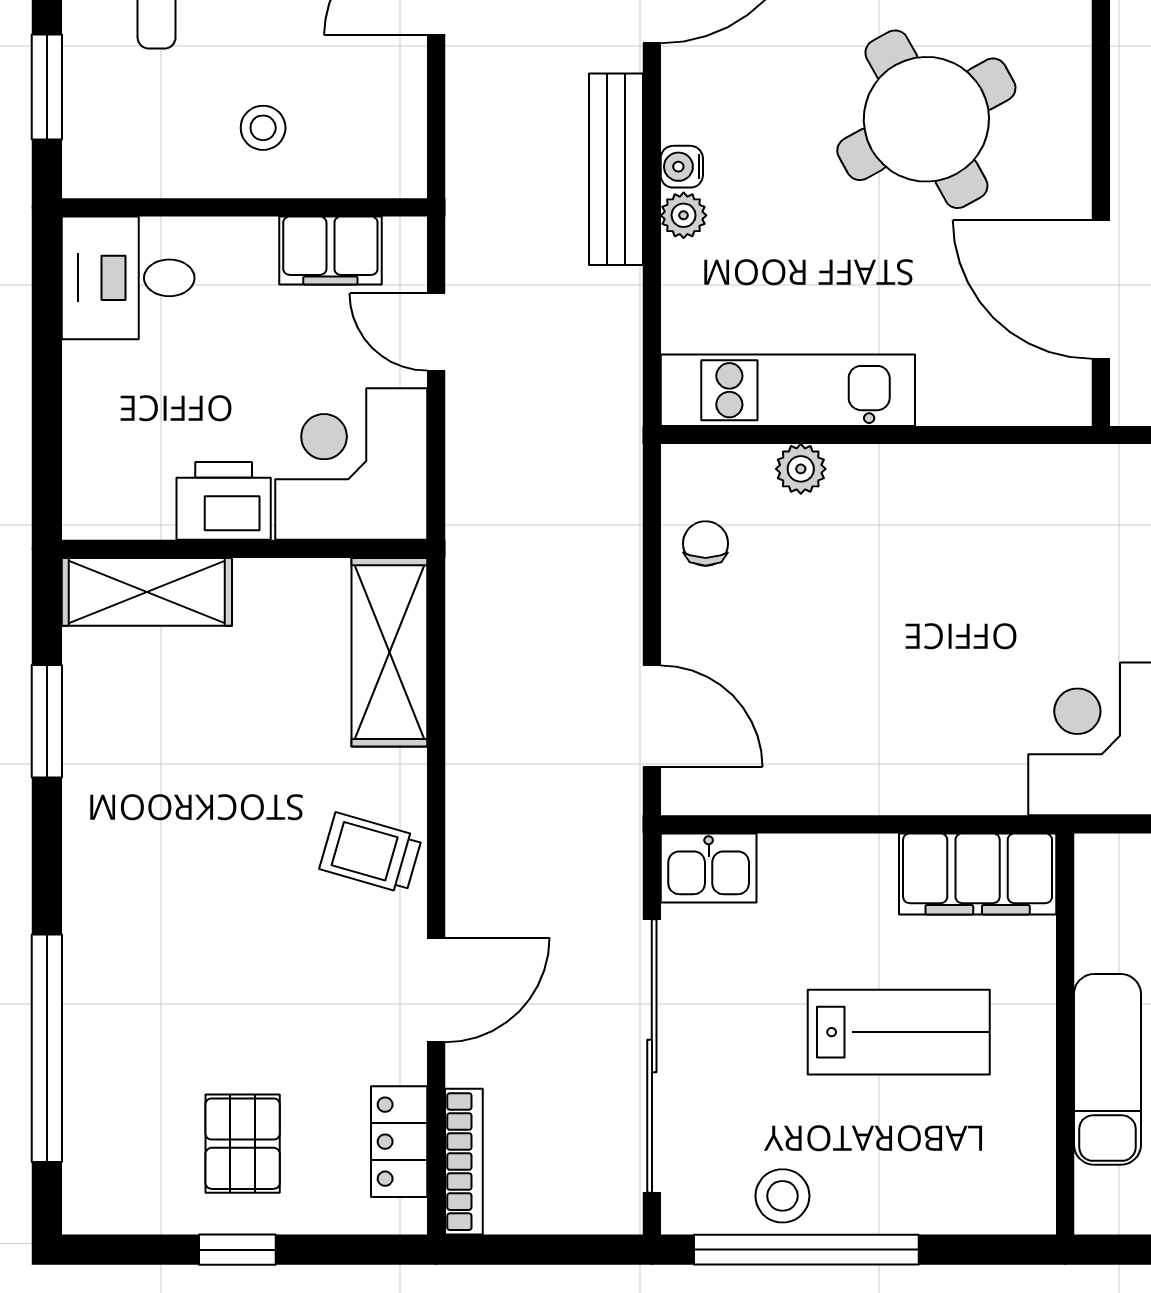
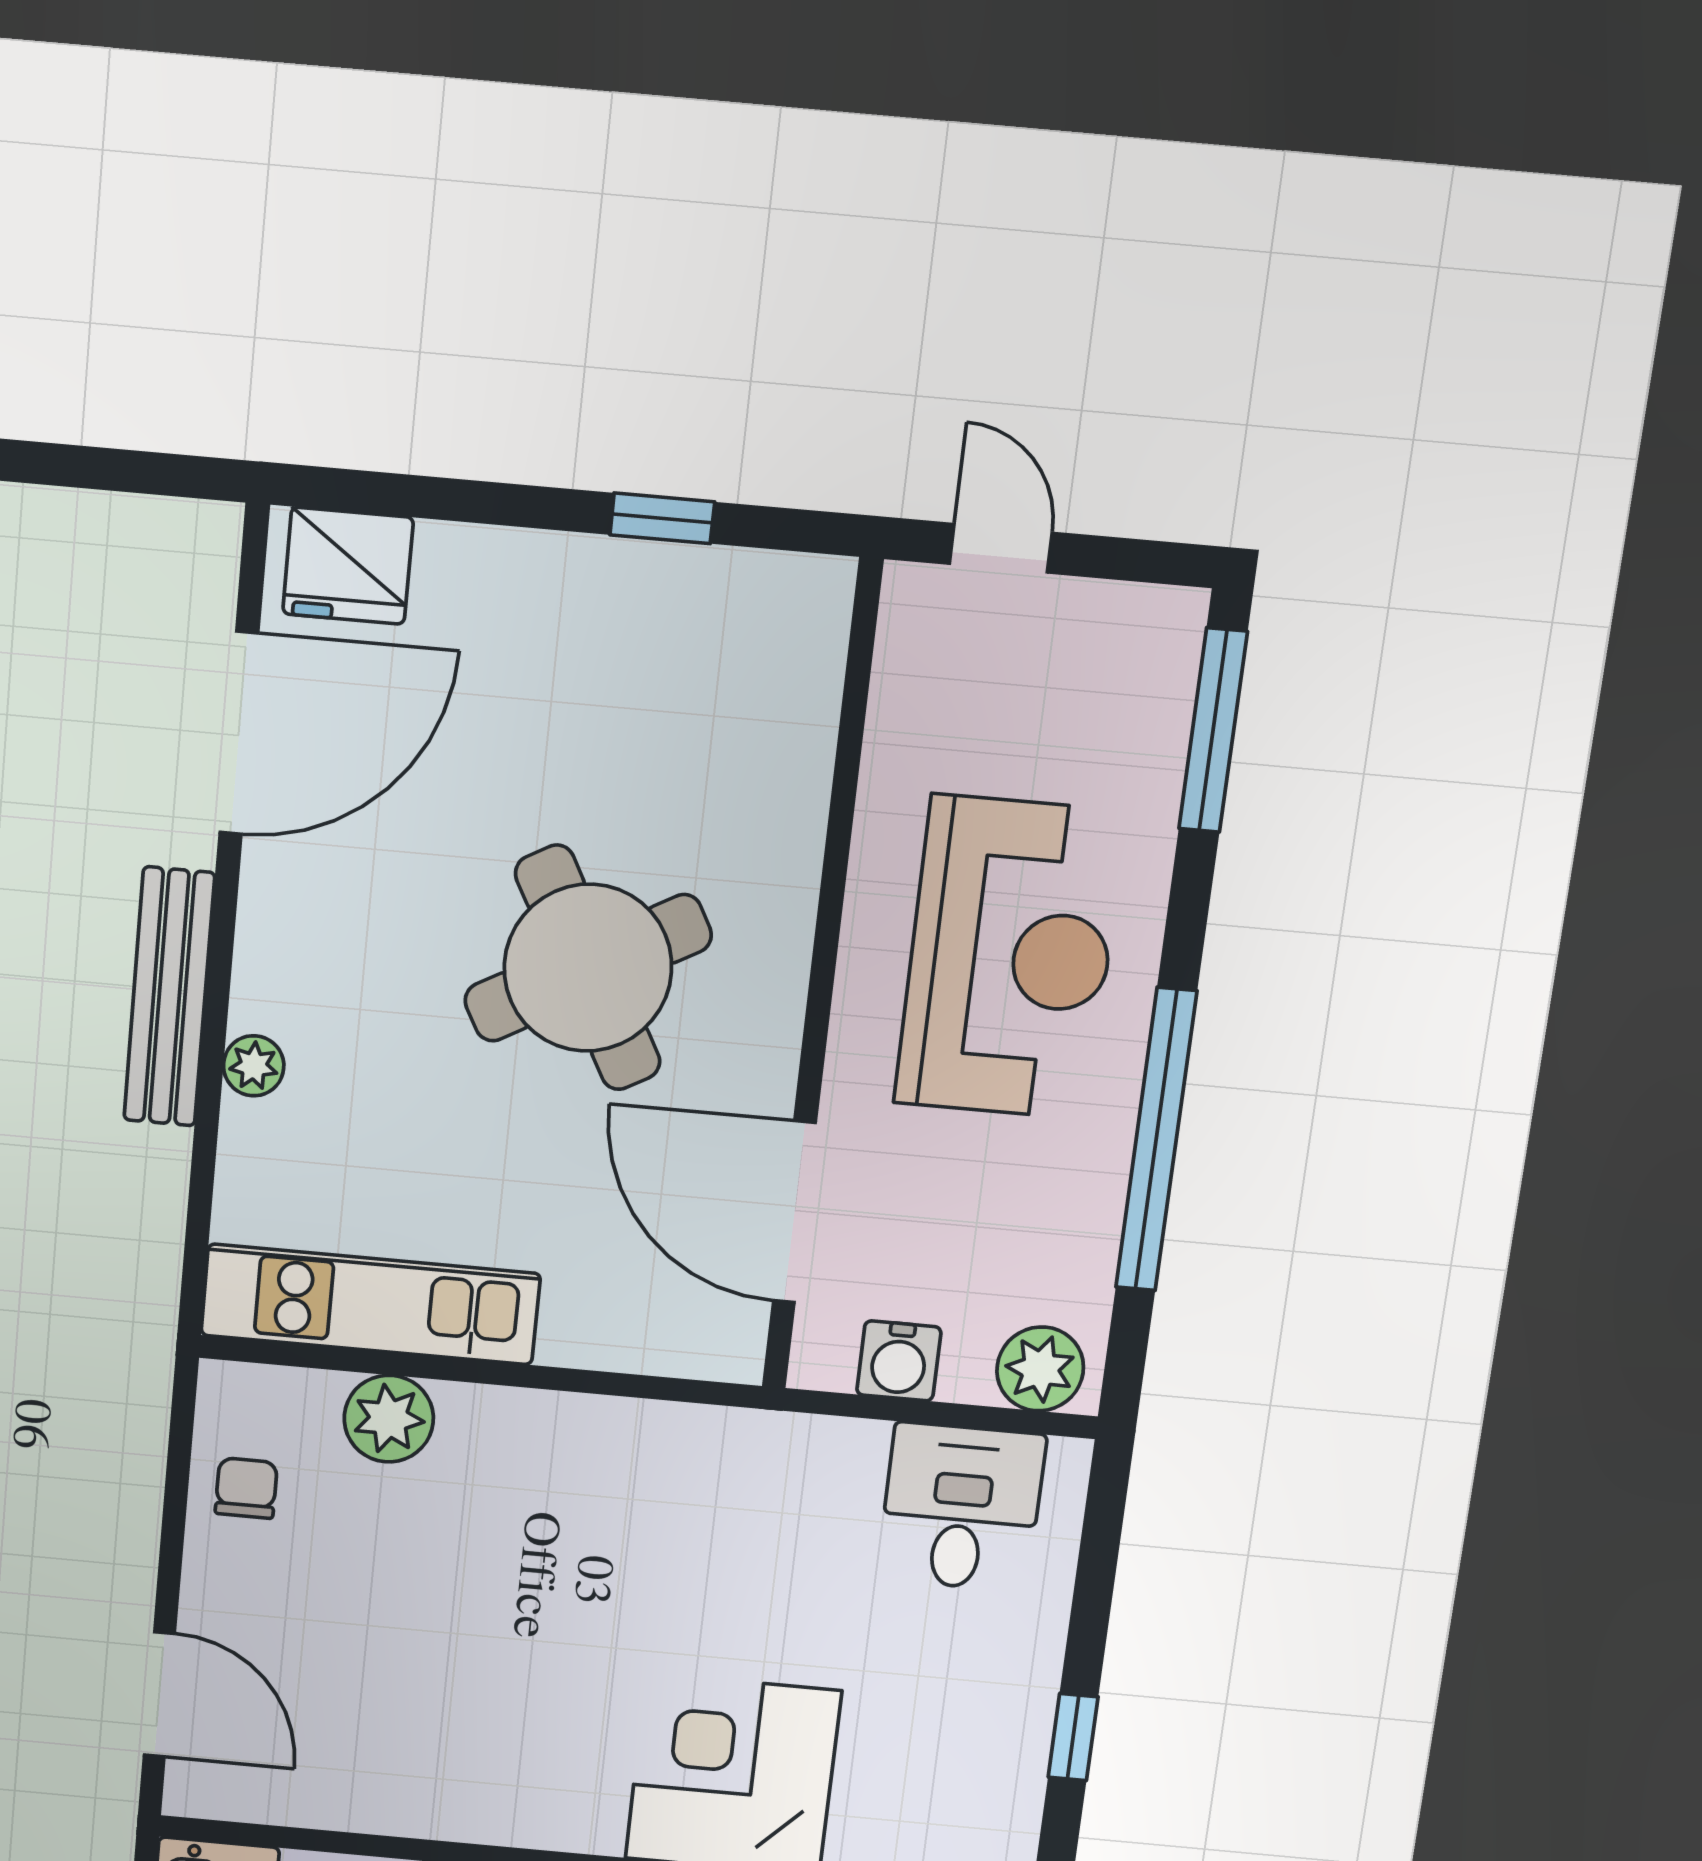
water cooler: (682, 167) -> (257, 1002), removed
plant: (801, 469) -> (389, 1419), width x1.38, depth x1.38

